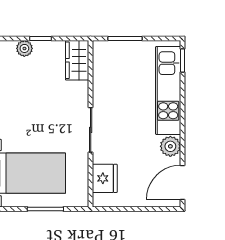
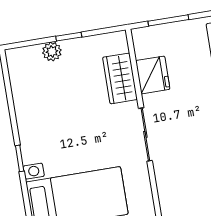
wardrobe: (77, 60) -> (120, 78), moved
fridge: (105, 178) -> (153, 75), moved

